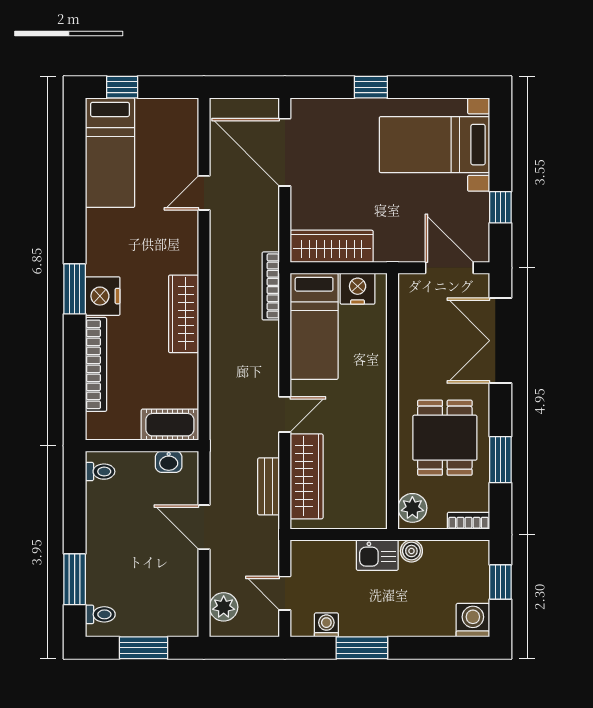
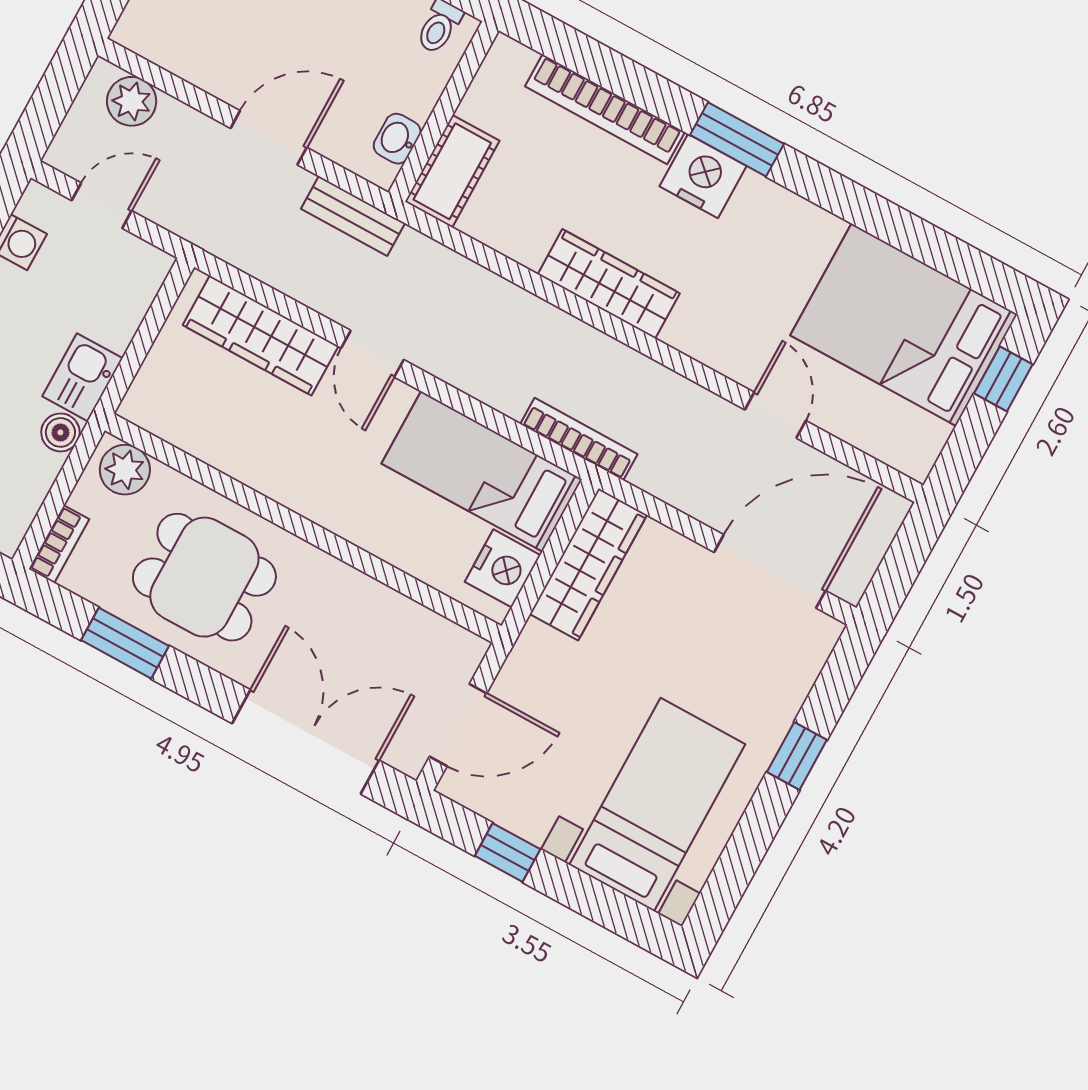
bed: (110, 153) -> (904, 325), width x1.50
bench: (269, 486) -> (353, 216), moved

